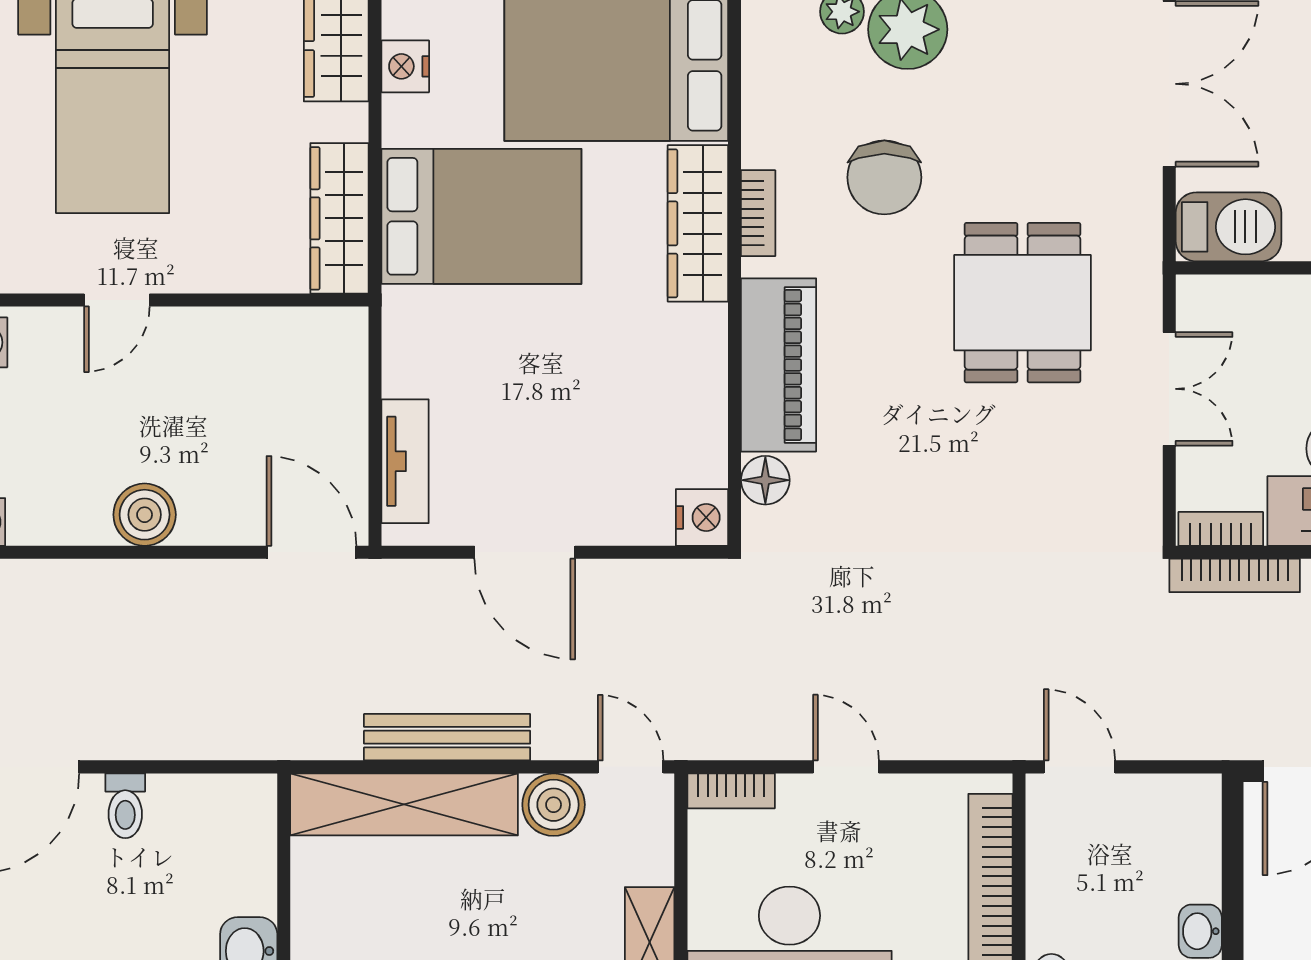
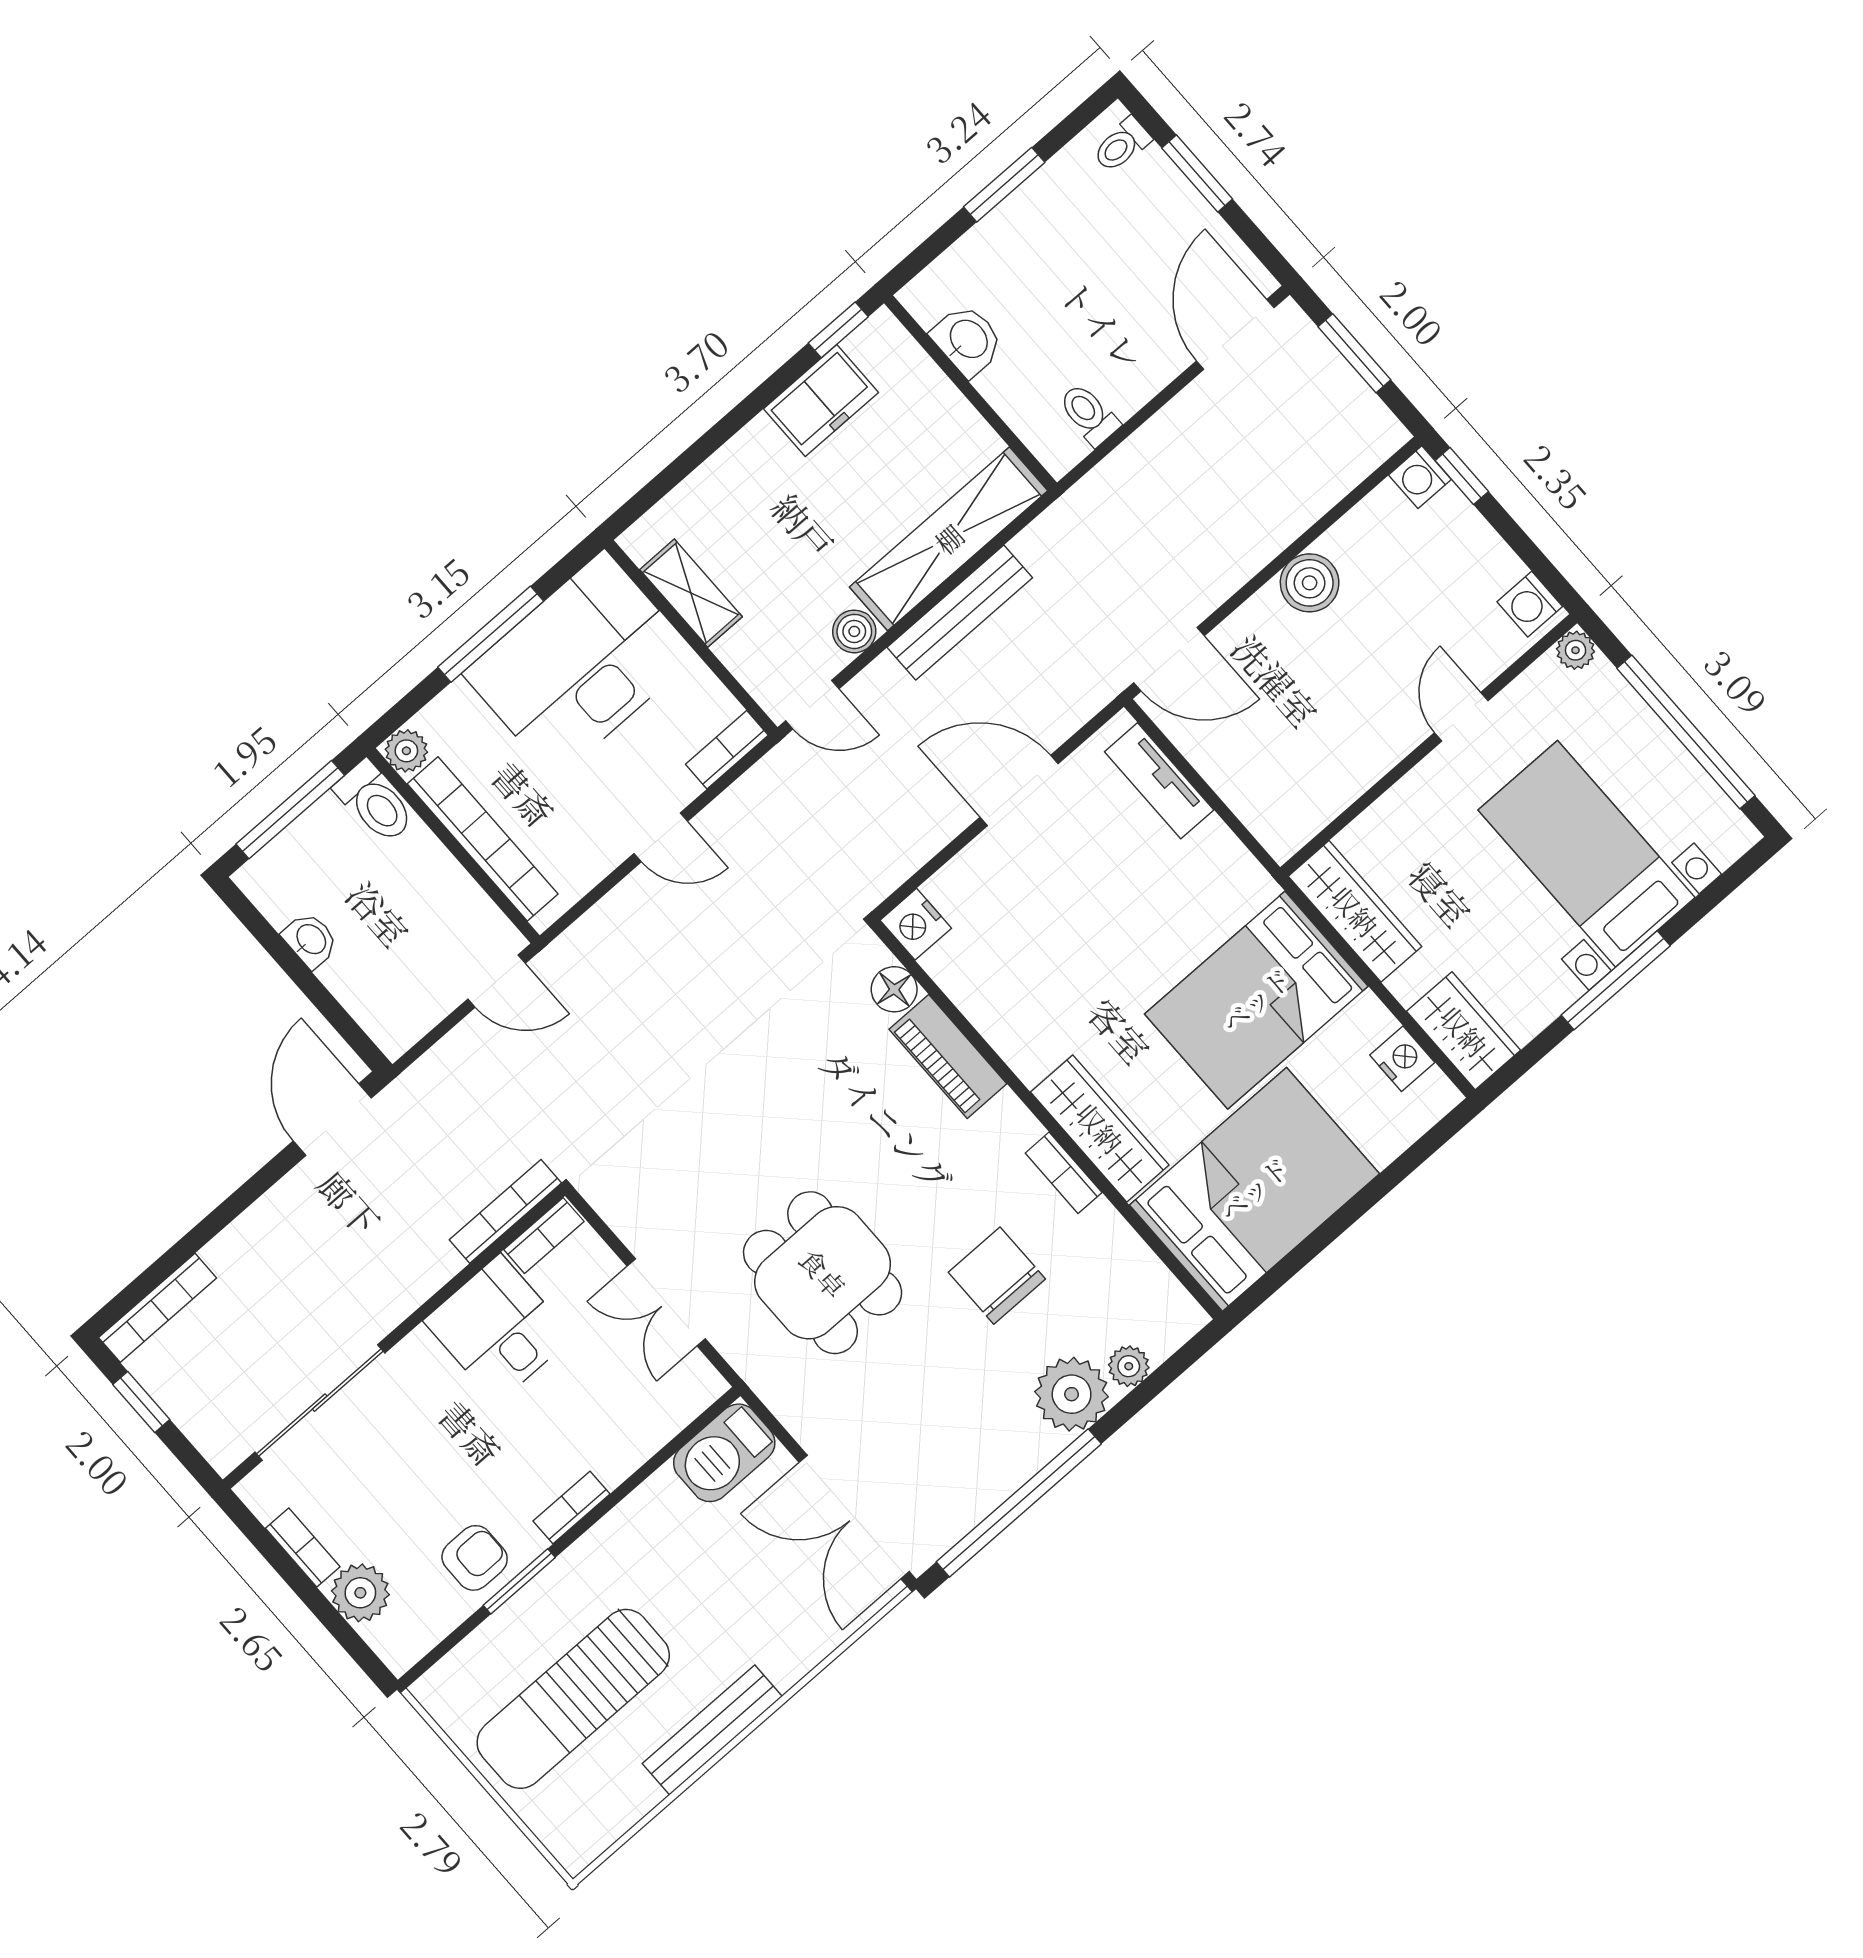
piano: (779, 365) -> (948, 1057), width x0.73, depth x0.75
boiler: (554, 805) -> (854, 631), width x0.73, depth x0.73
toilet: (125, 806) -> (1089, 414), moved

